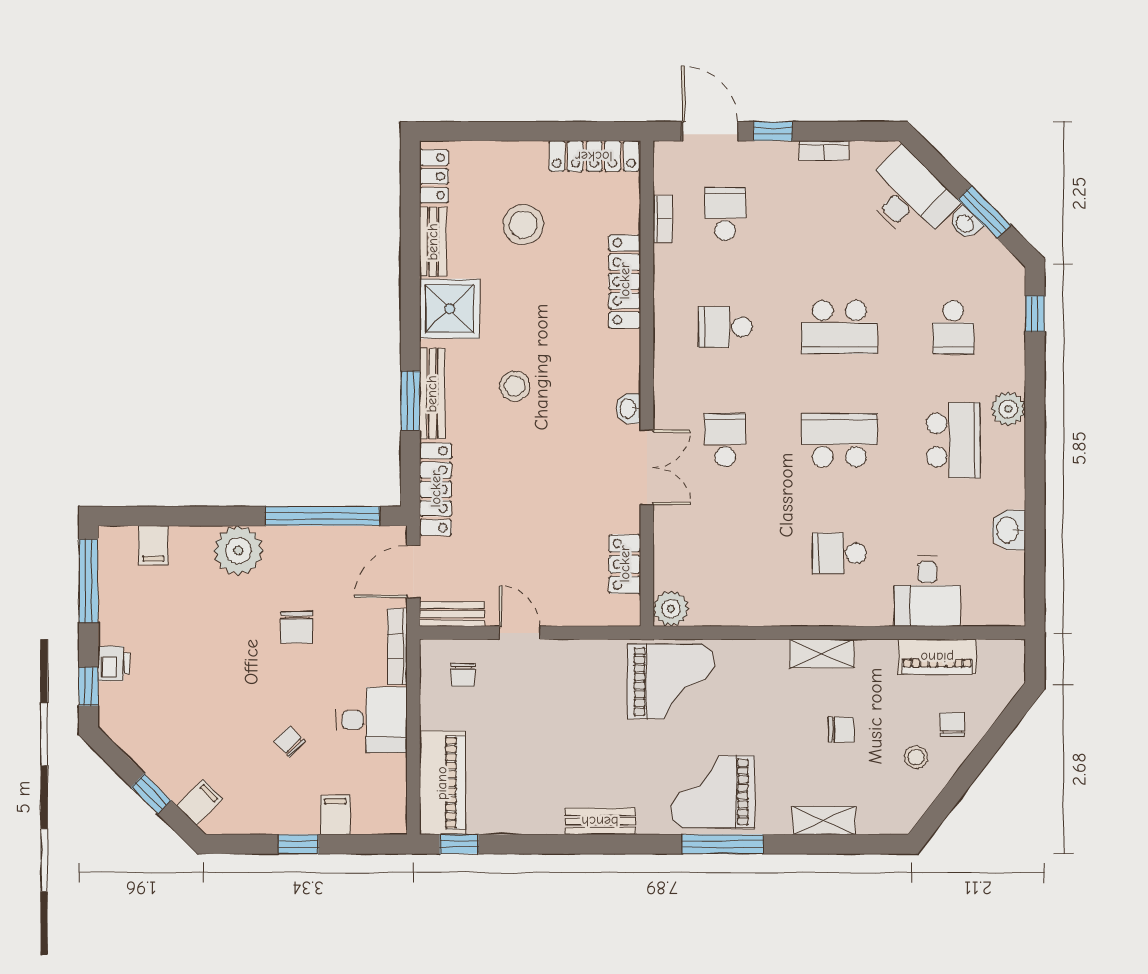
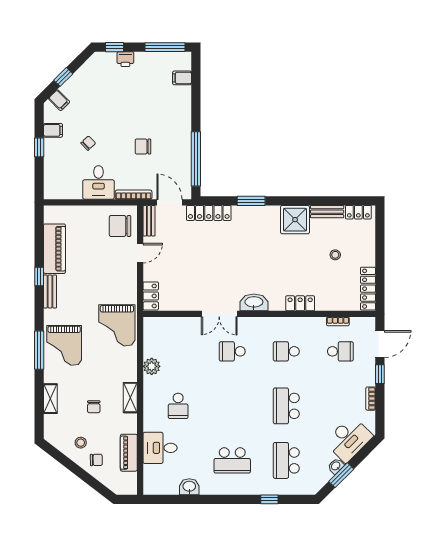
stool: (523, 225) -> (335, 255), width x0.53, depth x0.53
locker: (625, 281) -> (300, 303), width x0.66
window: (1035, 314) -> (269, 499), moved
school desk: (725, 327) -> (286, 351), turned -90
school desk: (953, 327) -> (286, 460), width x1.85
stool: (515, 386) -> (258, 251), removed
bench: (432, 394) -> (254, 211), removed
washbasin: (628, 409) -> (254, 302), width x1.91, depth x1.45
plant: (1008, 409) -> (247, 487), removed
school desk: (725, 440) -> (232, 351), turned 180
school desk: (839, 440) -> (232, 406), removed
plant: (238, 551) -> (179, 119), removed
school desk: (839, 553) -> (178, 406), turned 180
locker: (625, 564) -> (151, 296), moved, turned 90
plant: (671, 609) -> (152, 366), moved
chair: (463, 675) -> (120, 226), width x1.87, depth x1.87
piano: (442, 783) -> (54, 249), moved, turned -90
grand piano: (713, 792) -> (64, 345), turned 180
filing cabinet: (335, 815) -> (53, 130), moved
window: (459, 844) -> (39, 277), moved

